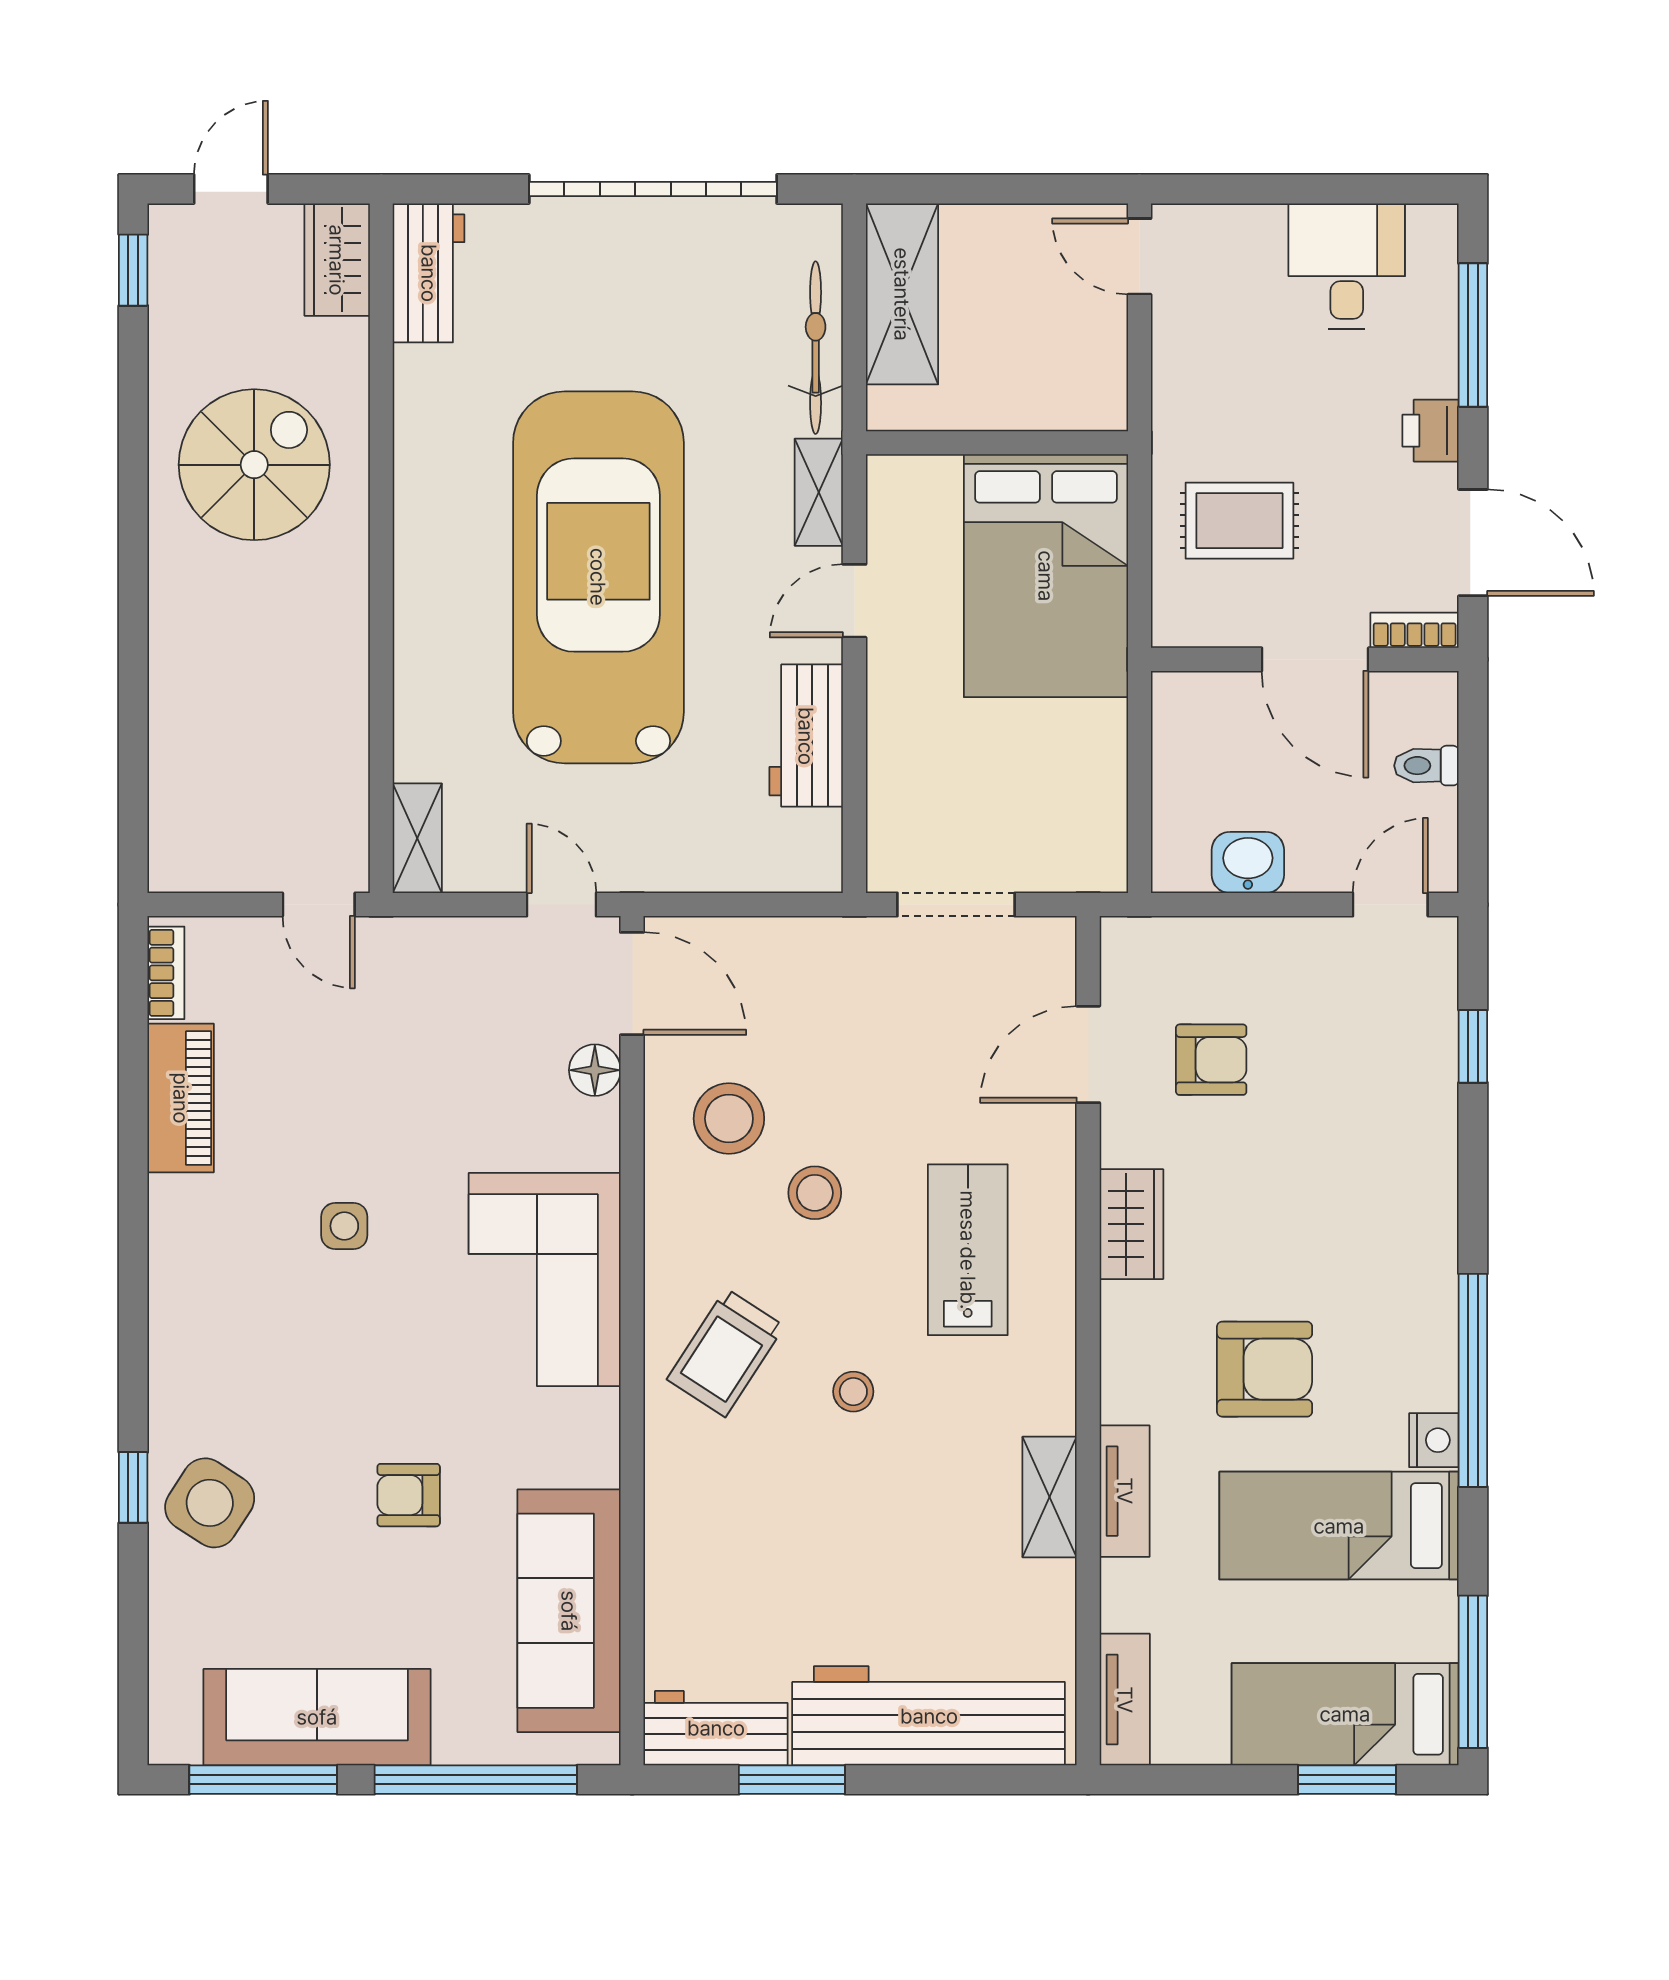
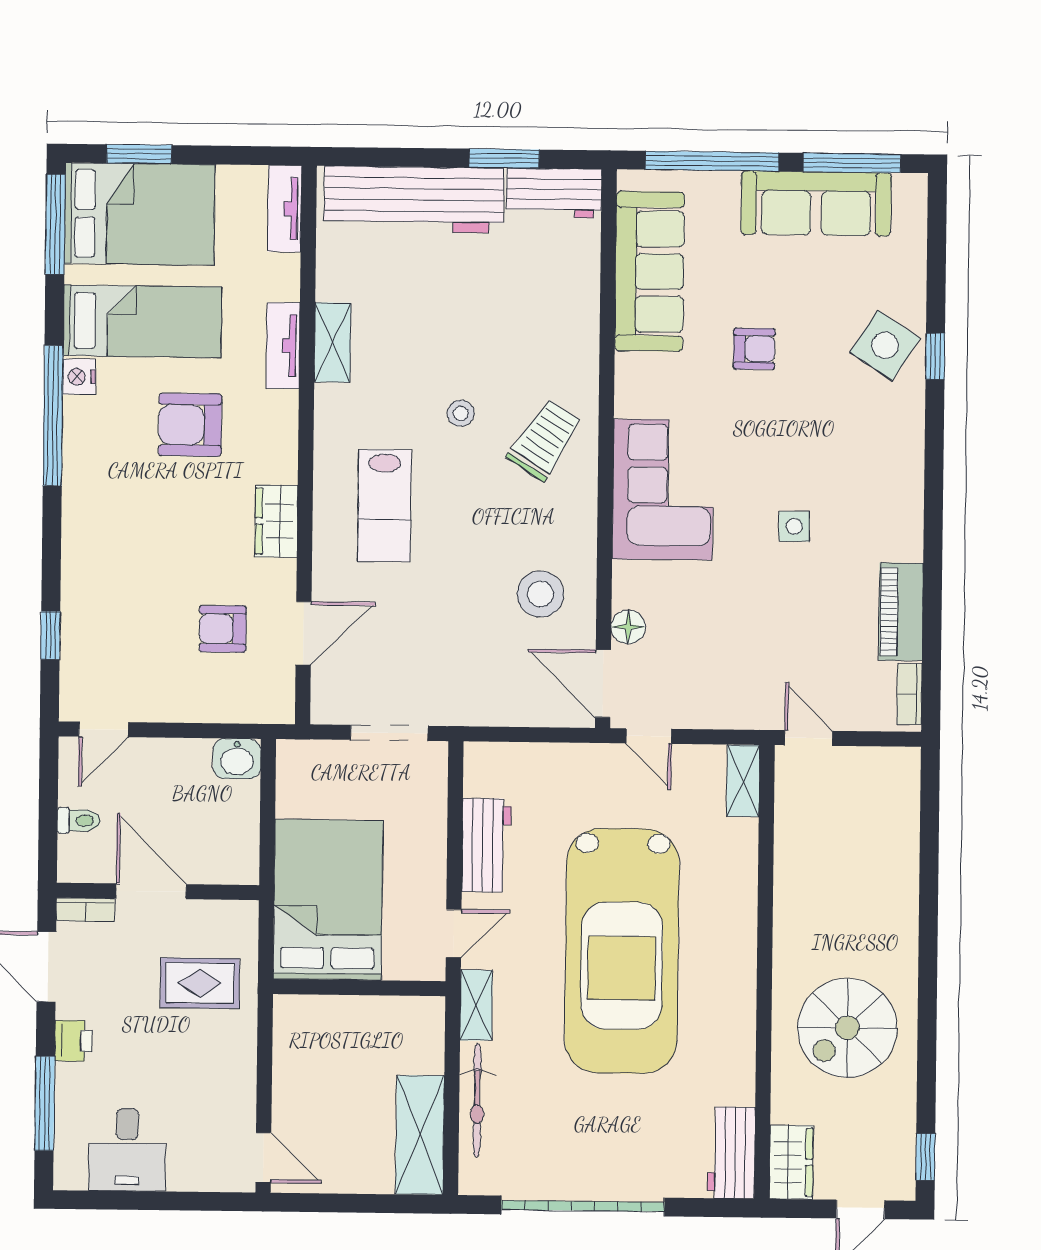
wall: (997, 443) -> (359, 988), moved
bed: (1046, 576) -> (328, 900), moved
washbasin: (1248, 862) -> (237, 759), moved
stool: (815, 1193) -> (484, 544), removed
bed: (1345, 1714) -> (140, 214), width x1.50

